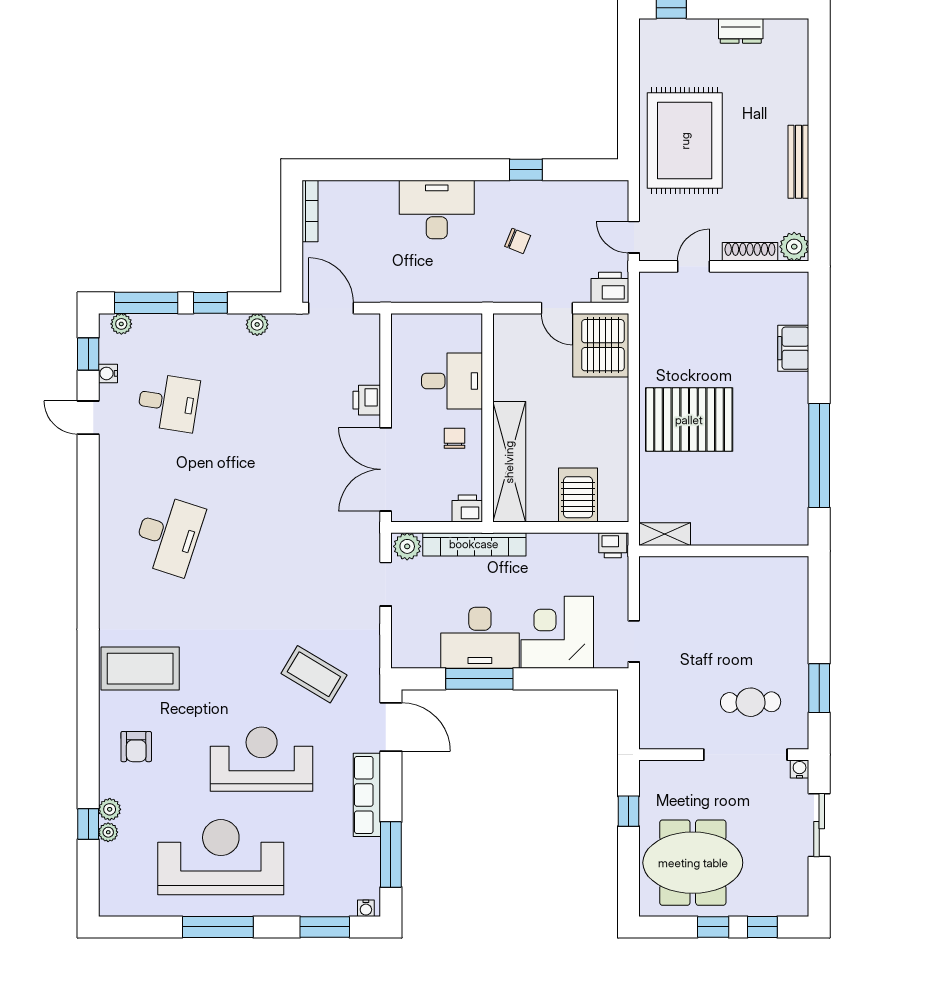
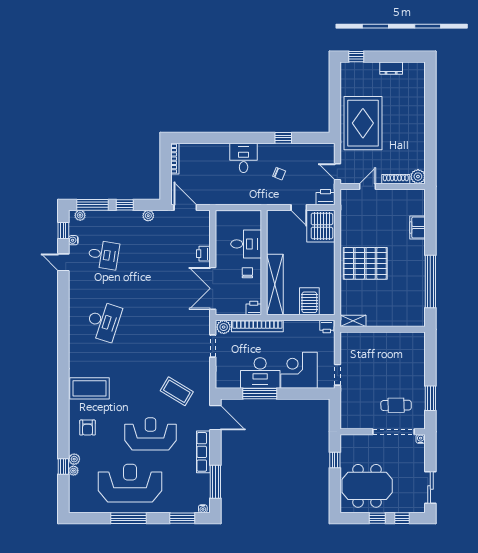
bench: (798, 162) -> (420, 134), removed
desk: (437, 210) -> (244, 158), width x0.73
sliding door: (819, 825) -> (430, 488), moved

